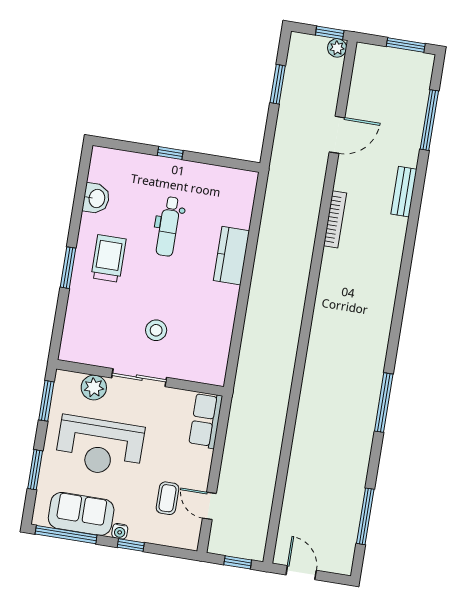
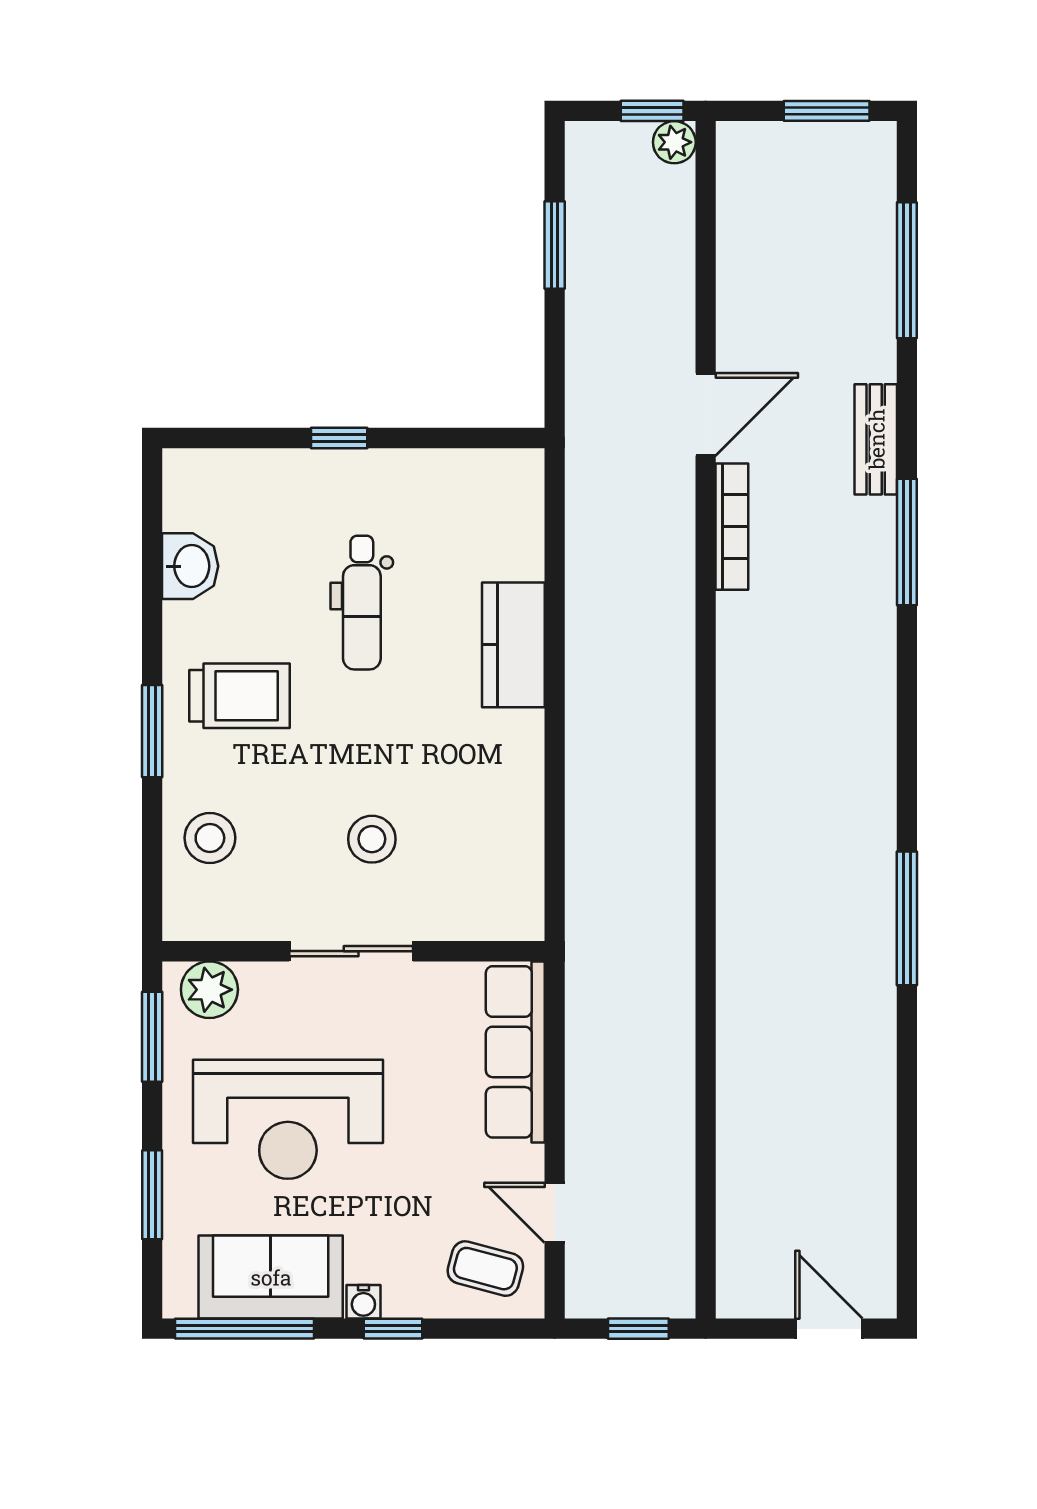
door: (337, 135) -> (706, 414), moved
trolley: (109, 258) -> (240, 696), turned 90
stool: (86, 318) -> (210, 838), added
plant: (94, 387) -> (209, 990), moved
row of seats: (206, 420) -> (515, 1052), width x1.48
coffee table: (167, 498) -> (485, 1269), moved, turned -75
window: (365, 516) -> (907, 542), moved
door: (301, 573) -> (829, 1329), moved

